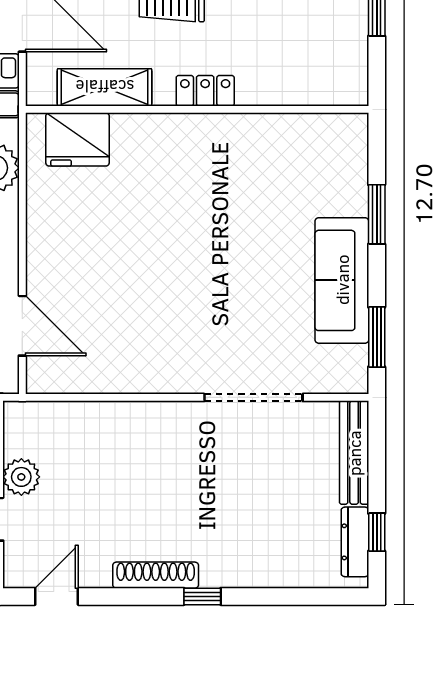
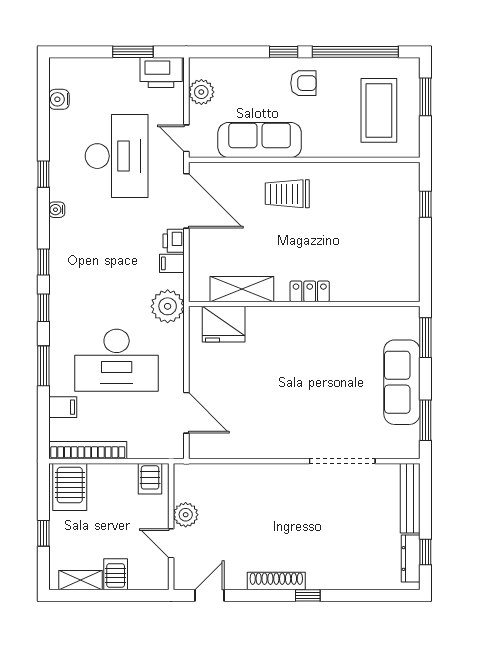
shelving: (105, 87) -> (242, 289), moved
locker: (205, 91) -> (310, 291), moved
wall: (197, 109) -> (304, 304), moved
fridge: (78, 139) -> (224, 324), moved

